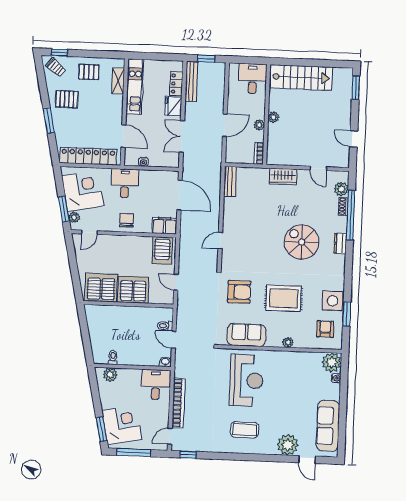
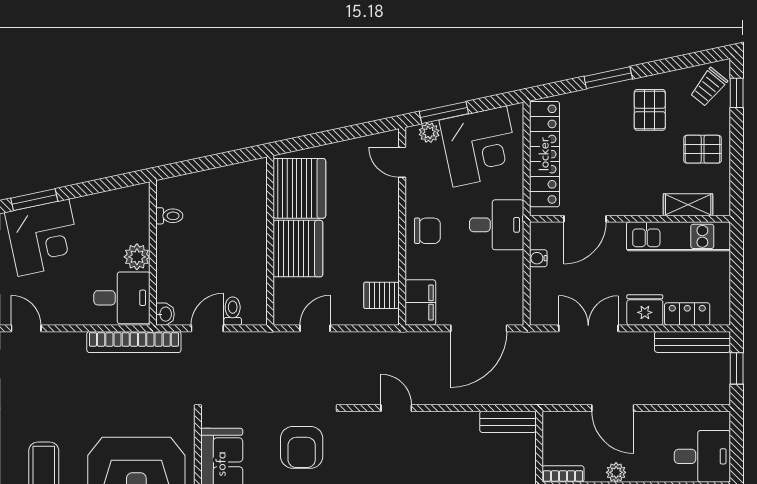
pallet: (89, 72) -> (703, 149), turned 90
server rack: (162, 250) -> (381, 295), width x0.73, depth x0.70
plant: (110, 375) -> (137, 257), moved
bookcase: (178, 403) -> (134, 342), moved

